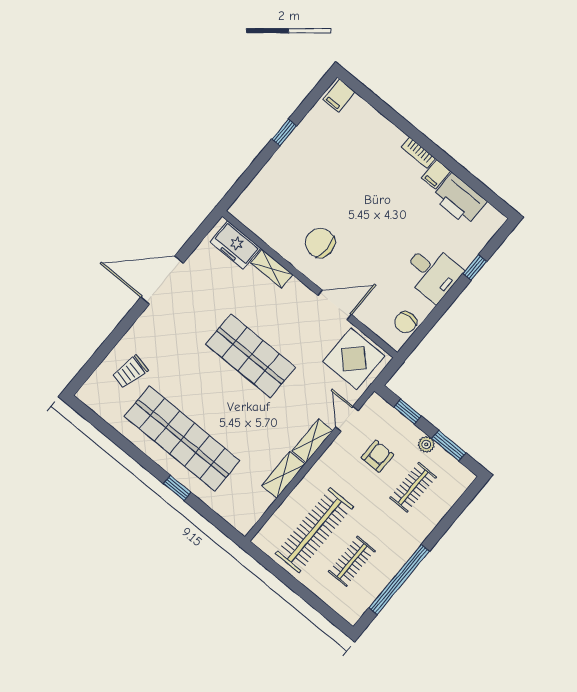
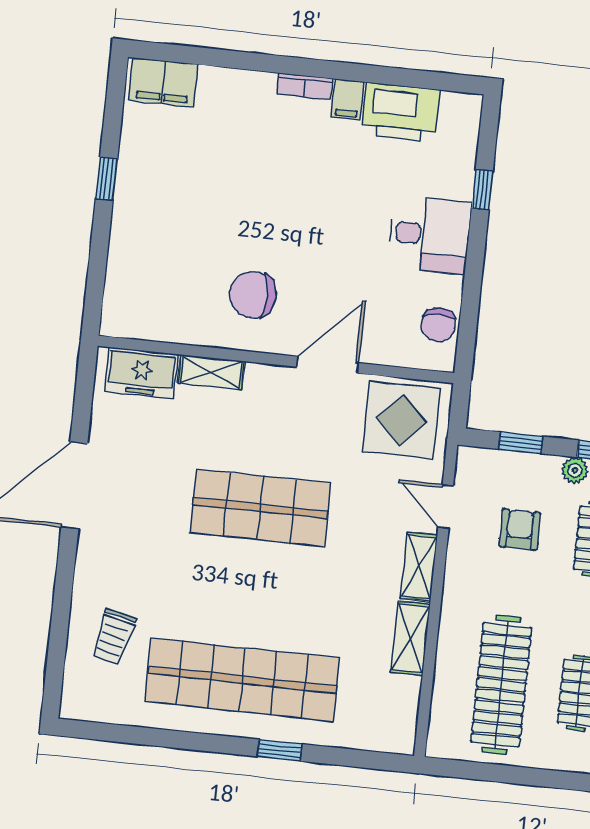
filing cabinet: (339, 96) -> (163, 82), width x2.00

